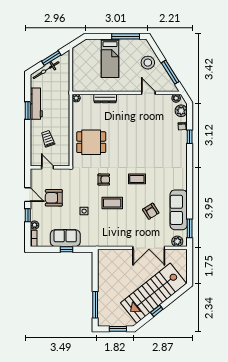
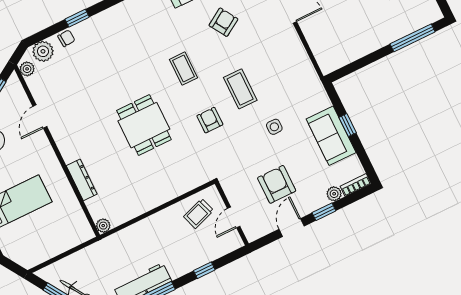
window: (28, 139) -> (204, 270), added
trolley: (48, 139) -> (199, 213), moved
dining table: (91, 142) -> (144, 125), moved
armchair: (54, 198) -> (277, 184), turned 180

